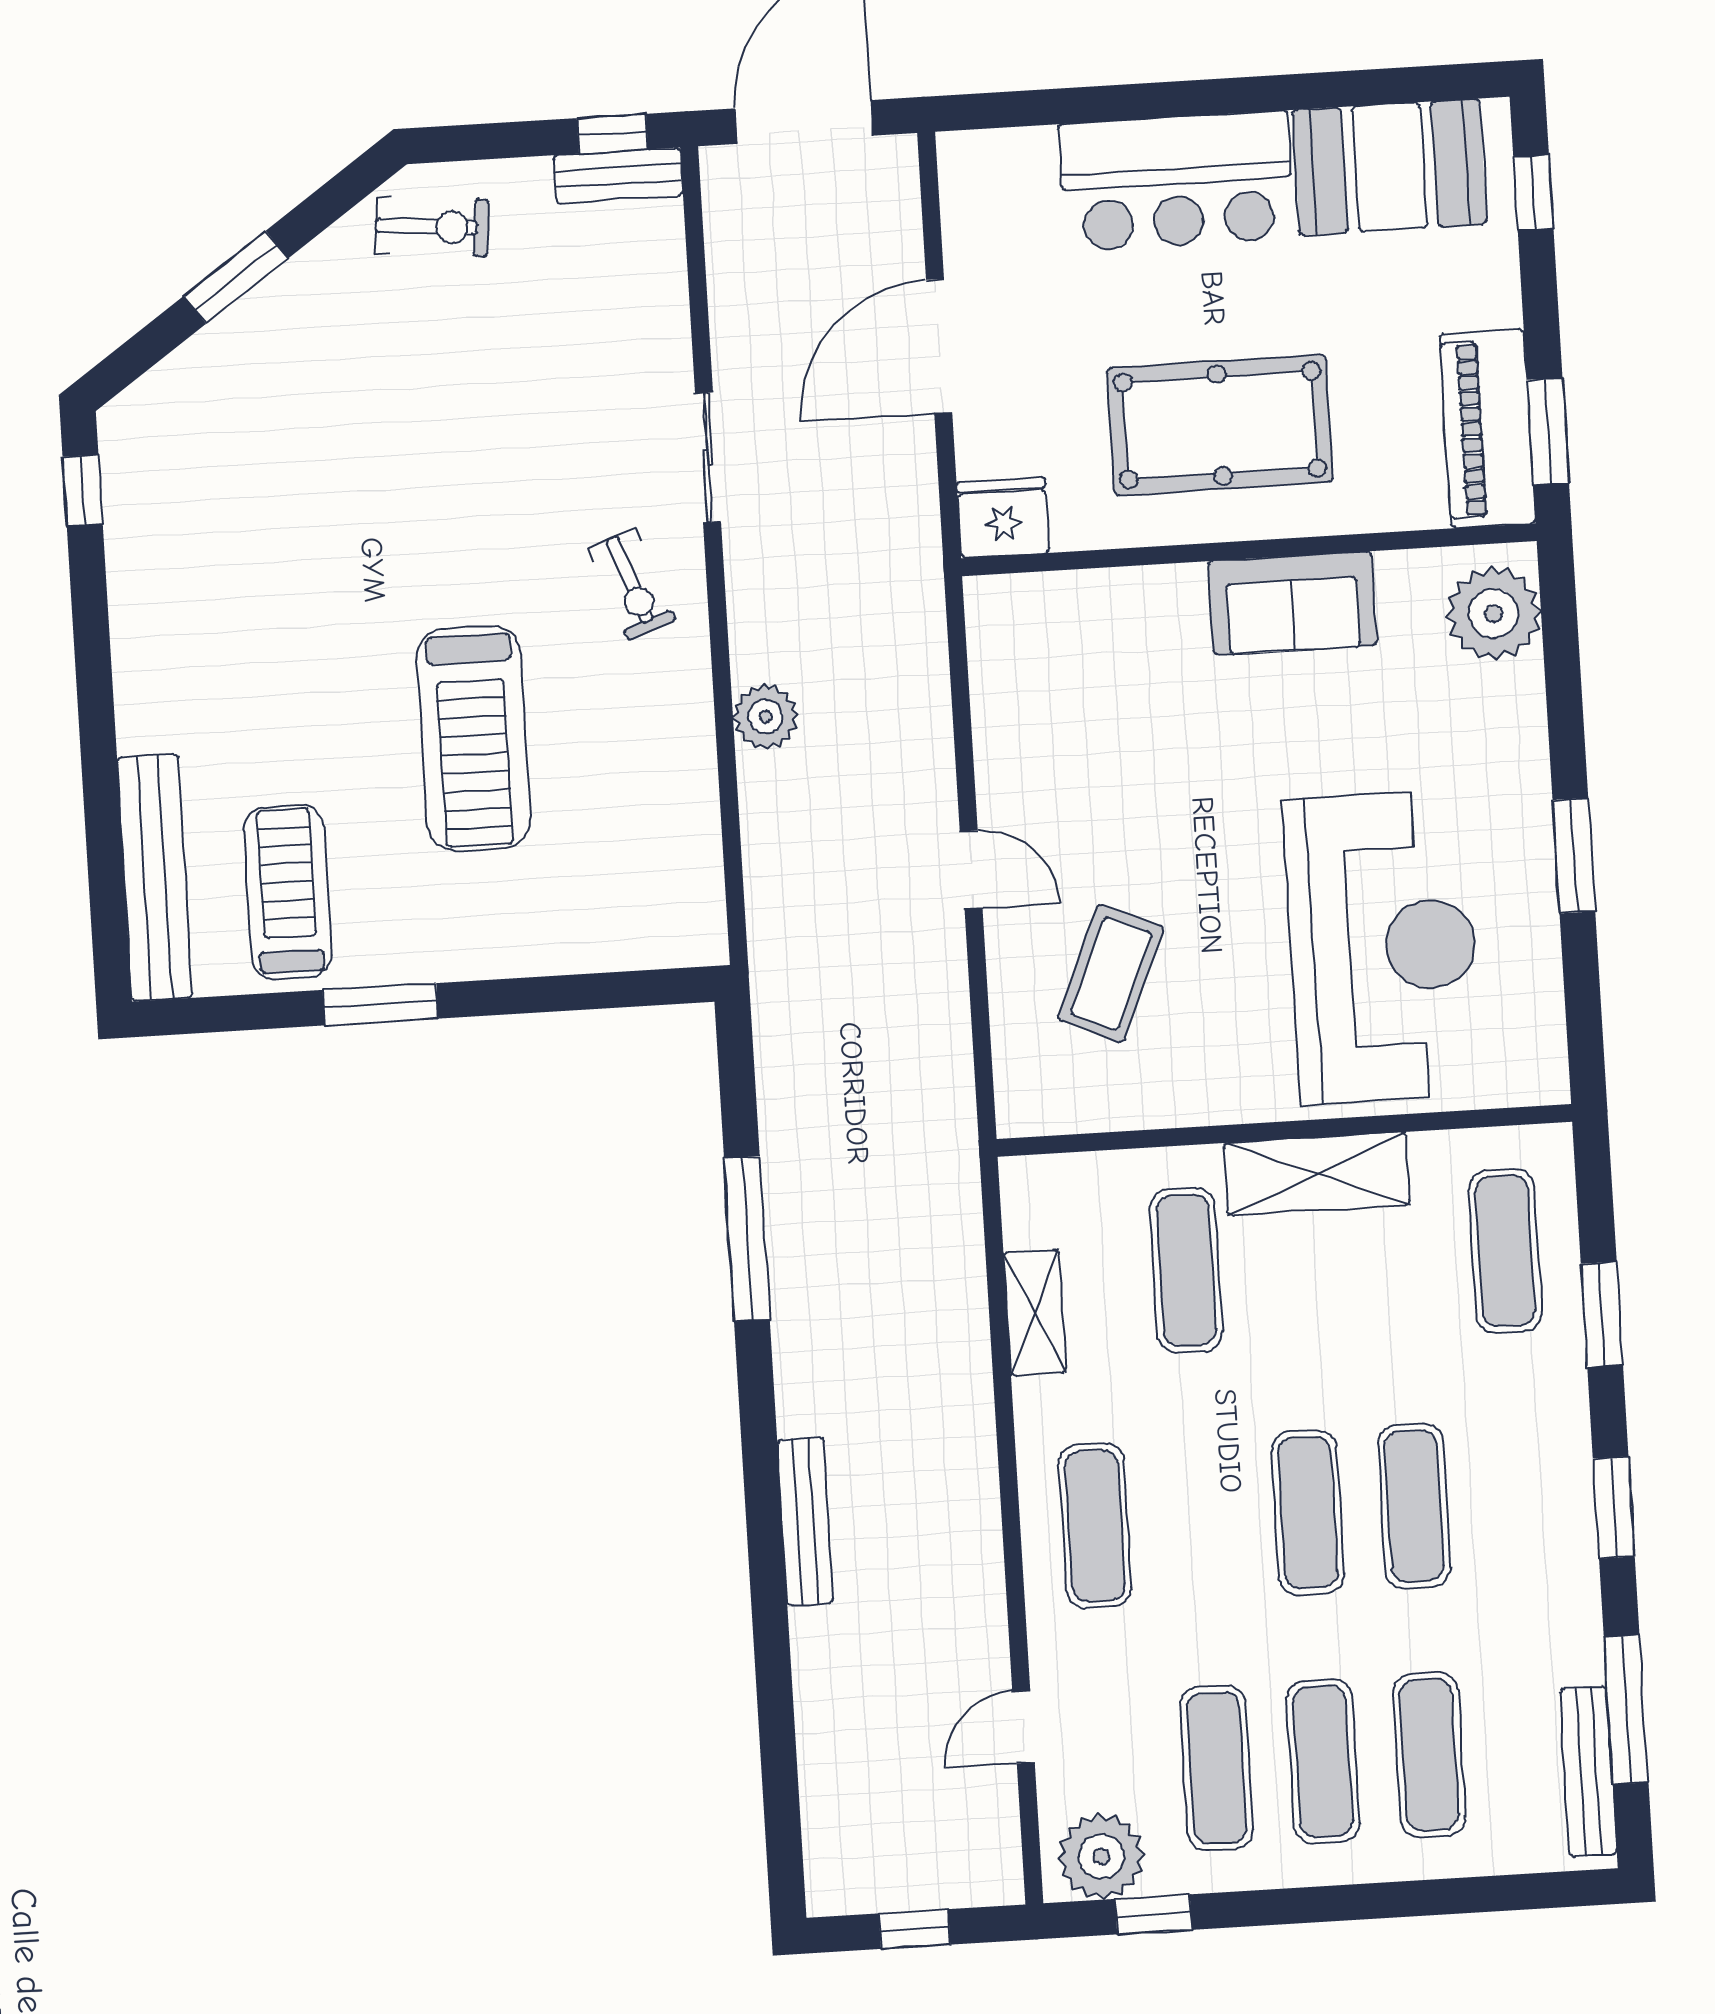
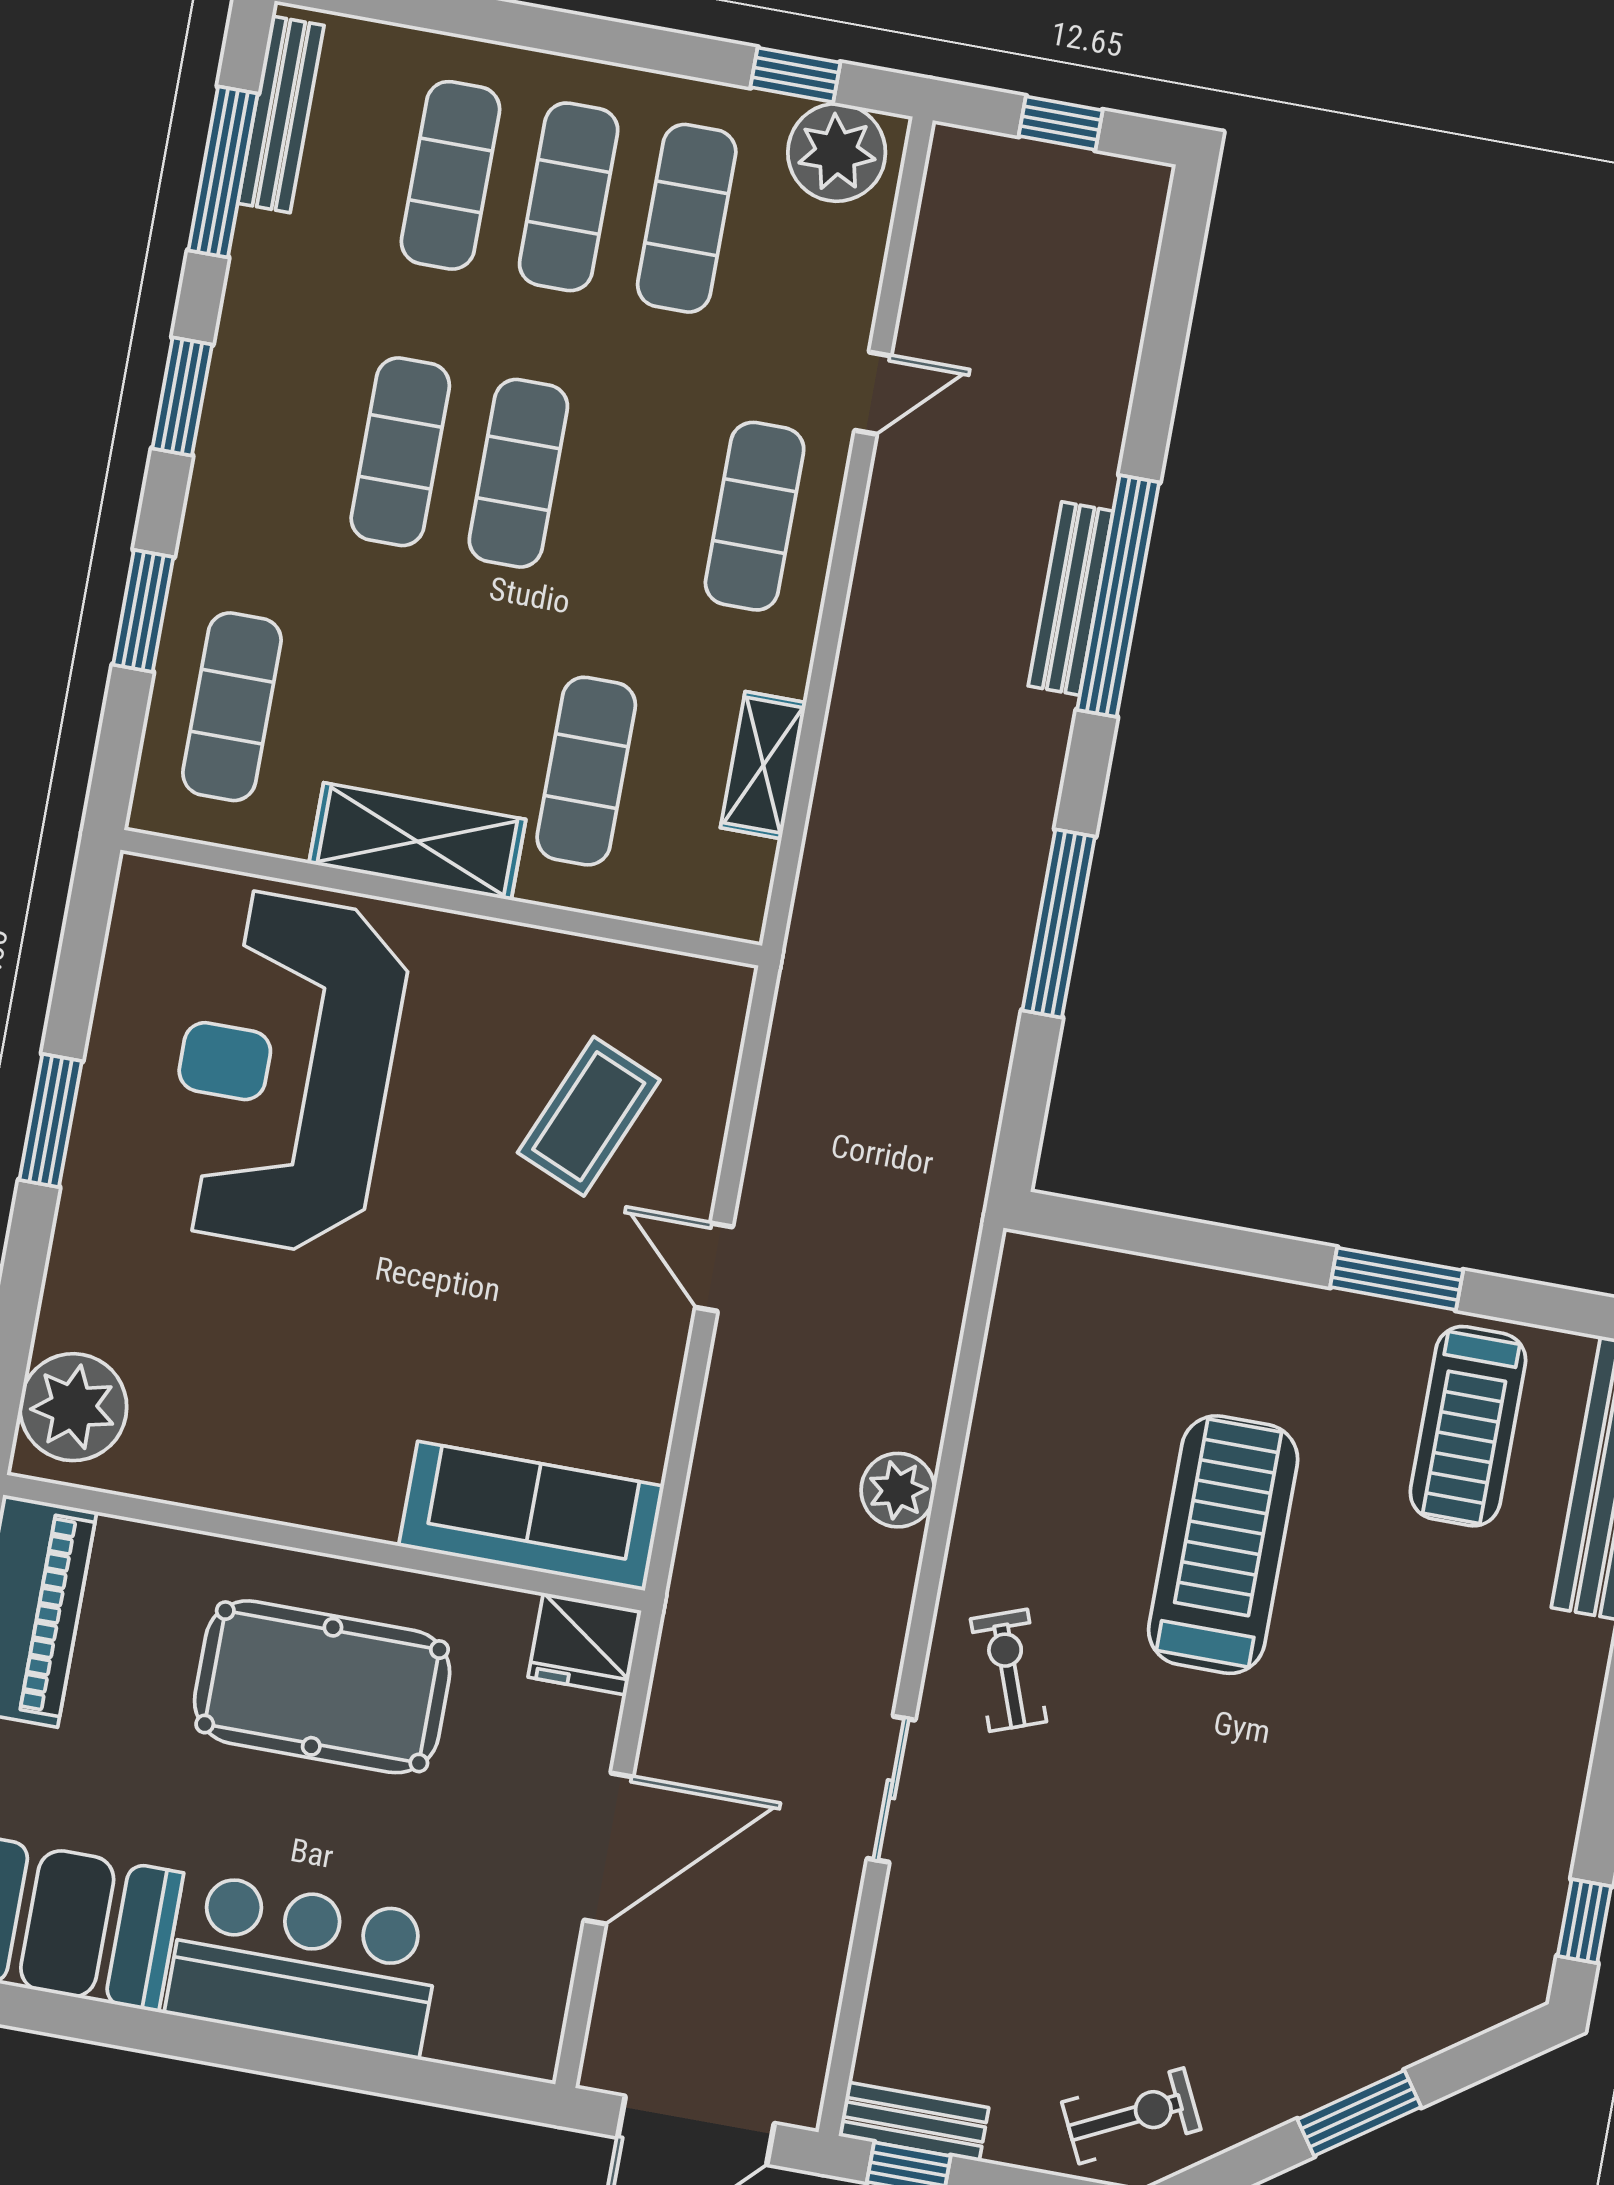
exercise bike: (432, 227) -> (1131, 2116), turned 149
sofa: (1292, 603) -> (531, 1516), moved, width x1.36
window: (765, 1534) -> (1118, 596), added
door: (1024, 1727) -> (873, 393), moved

